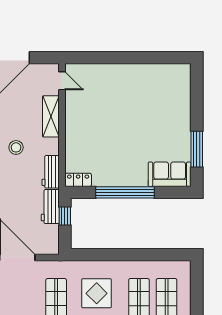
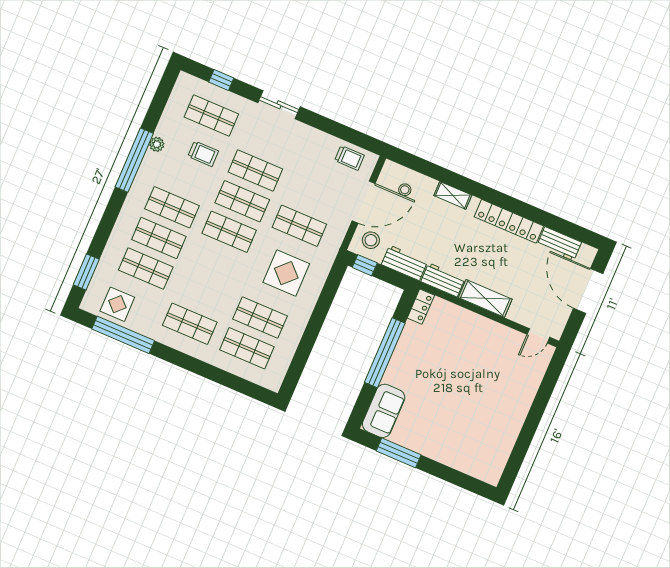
shelving: (51, 116) -> (485, 298), moved
stool: (16, 147) -> (371, 240), moved
window: (65, 216) -> (365, 265), moved

